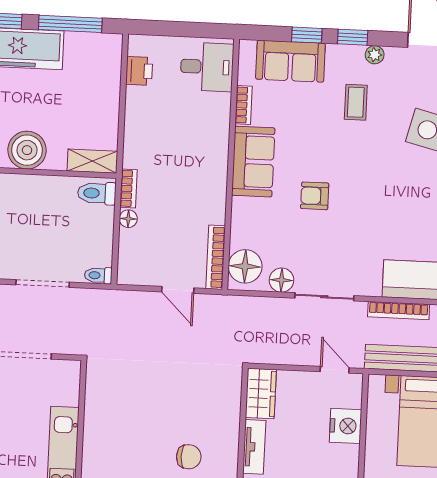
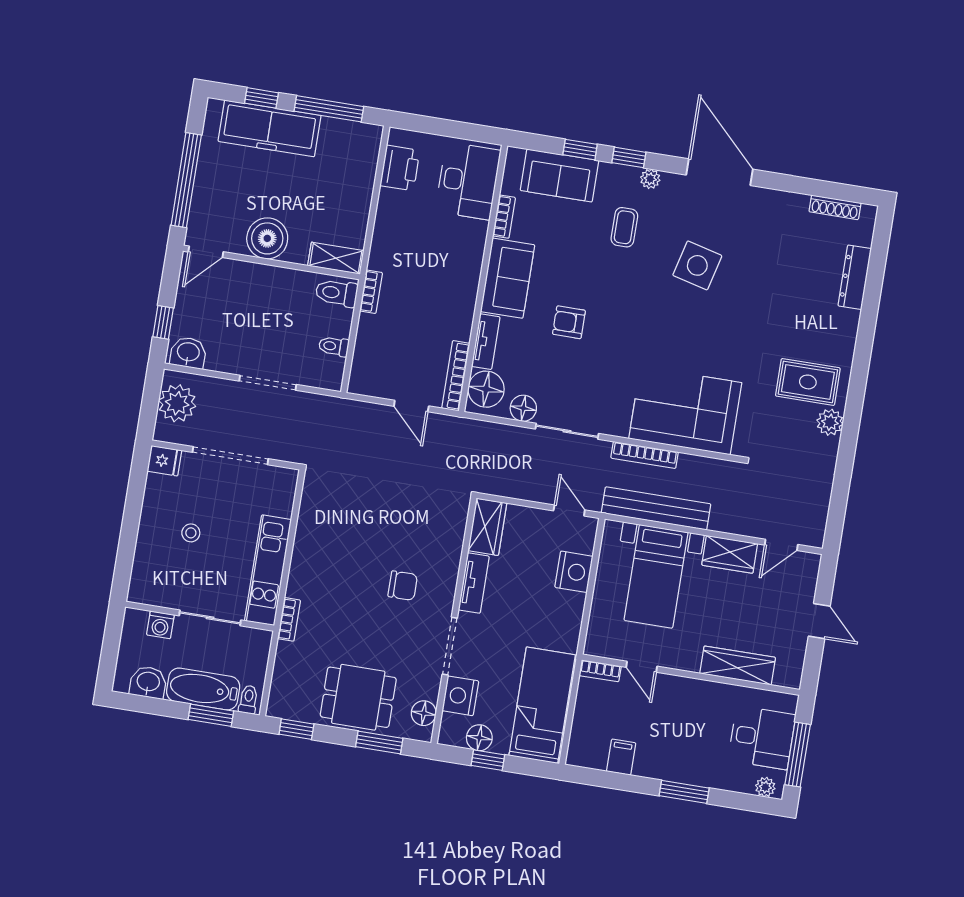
desk: (207, 67) -> (468, 181), width x1.37
printer: (139, 71) -> (400, 168), width x1.36, depth x1.24
floor lamp: (128, 219) -> (367, 324), removed
tv unit: (240, 222) -> (486, 342), added
toilet: (98, 275) -> (334, 346), moved

